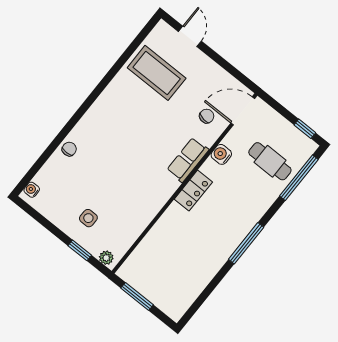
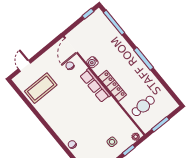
door: (190, 36) -> (24, 66), hinge flipped
row of seats: (188, 160) -> (95, 86), width x1.48
cafe table: (270, 161) -> (143, 106), moved
locker: (193, 191) -> (112, 86), width x1.53

